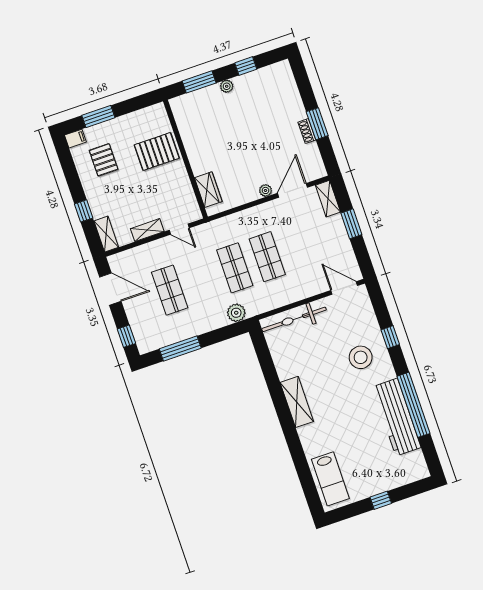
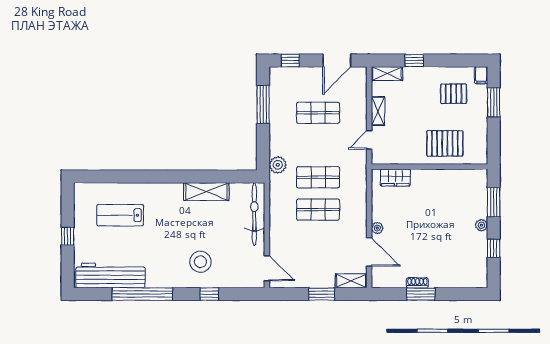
pallet: (157, 151) -> (445, 143), turned 90
door: (344, 288) -> (267, 268), hinge flipped
shelving: (297, 402) -> (206, 192), moved
workbench: (397, 417) -> (111, 275), moved
lab bench: (330, 479) -> (120, 215), moved

